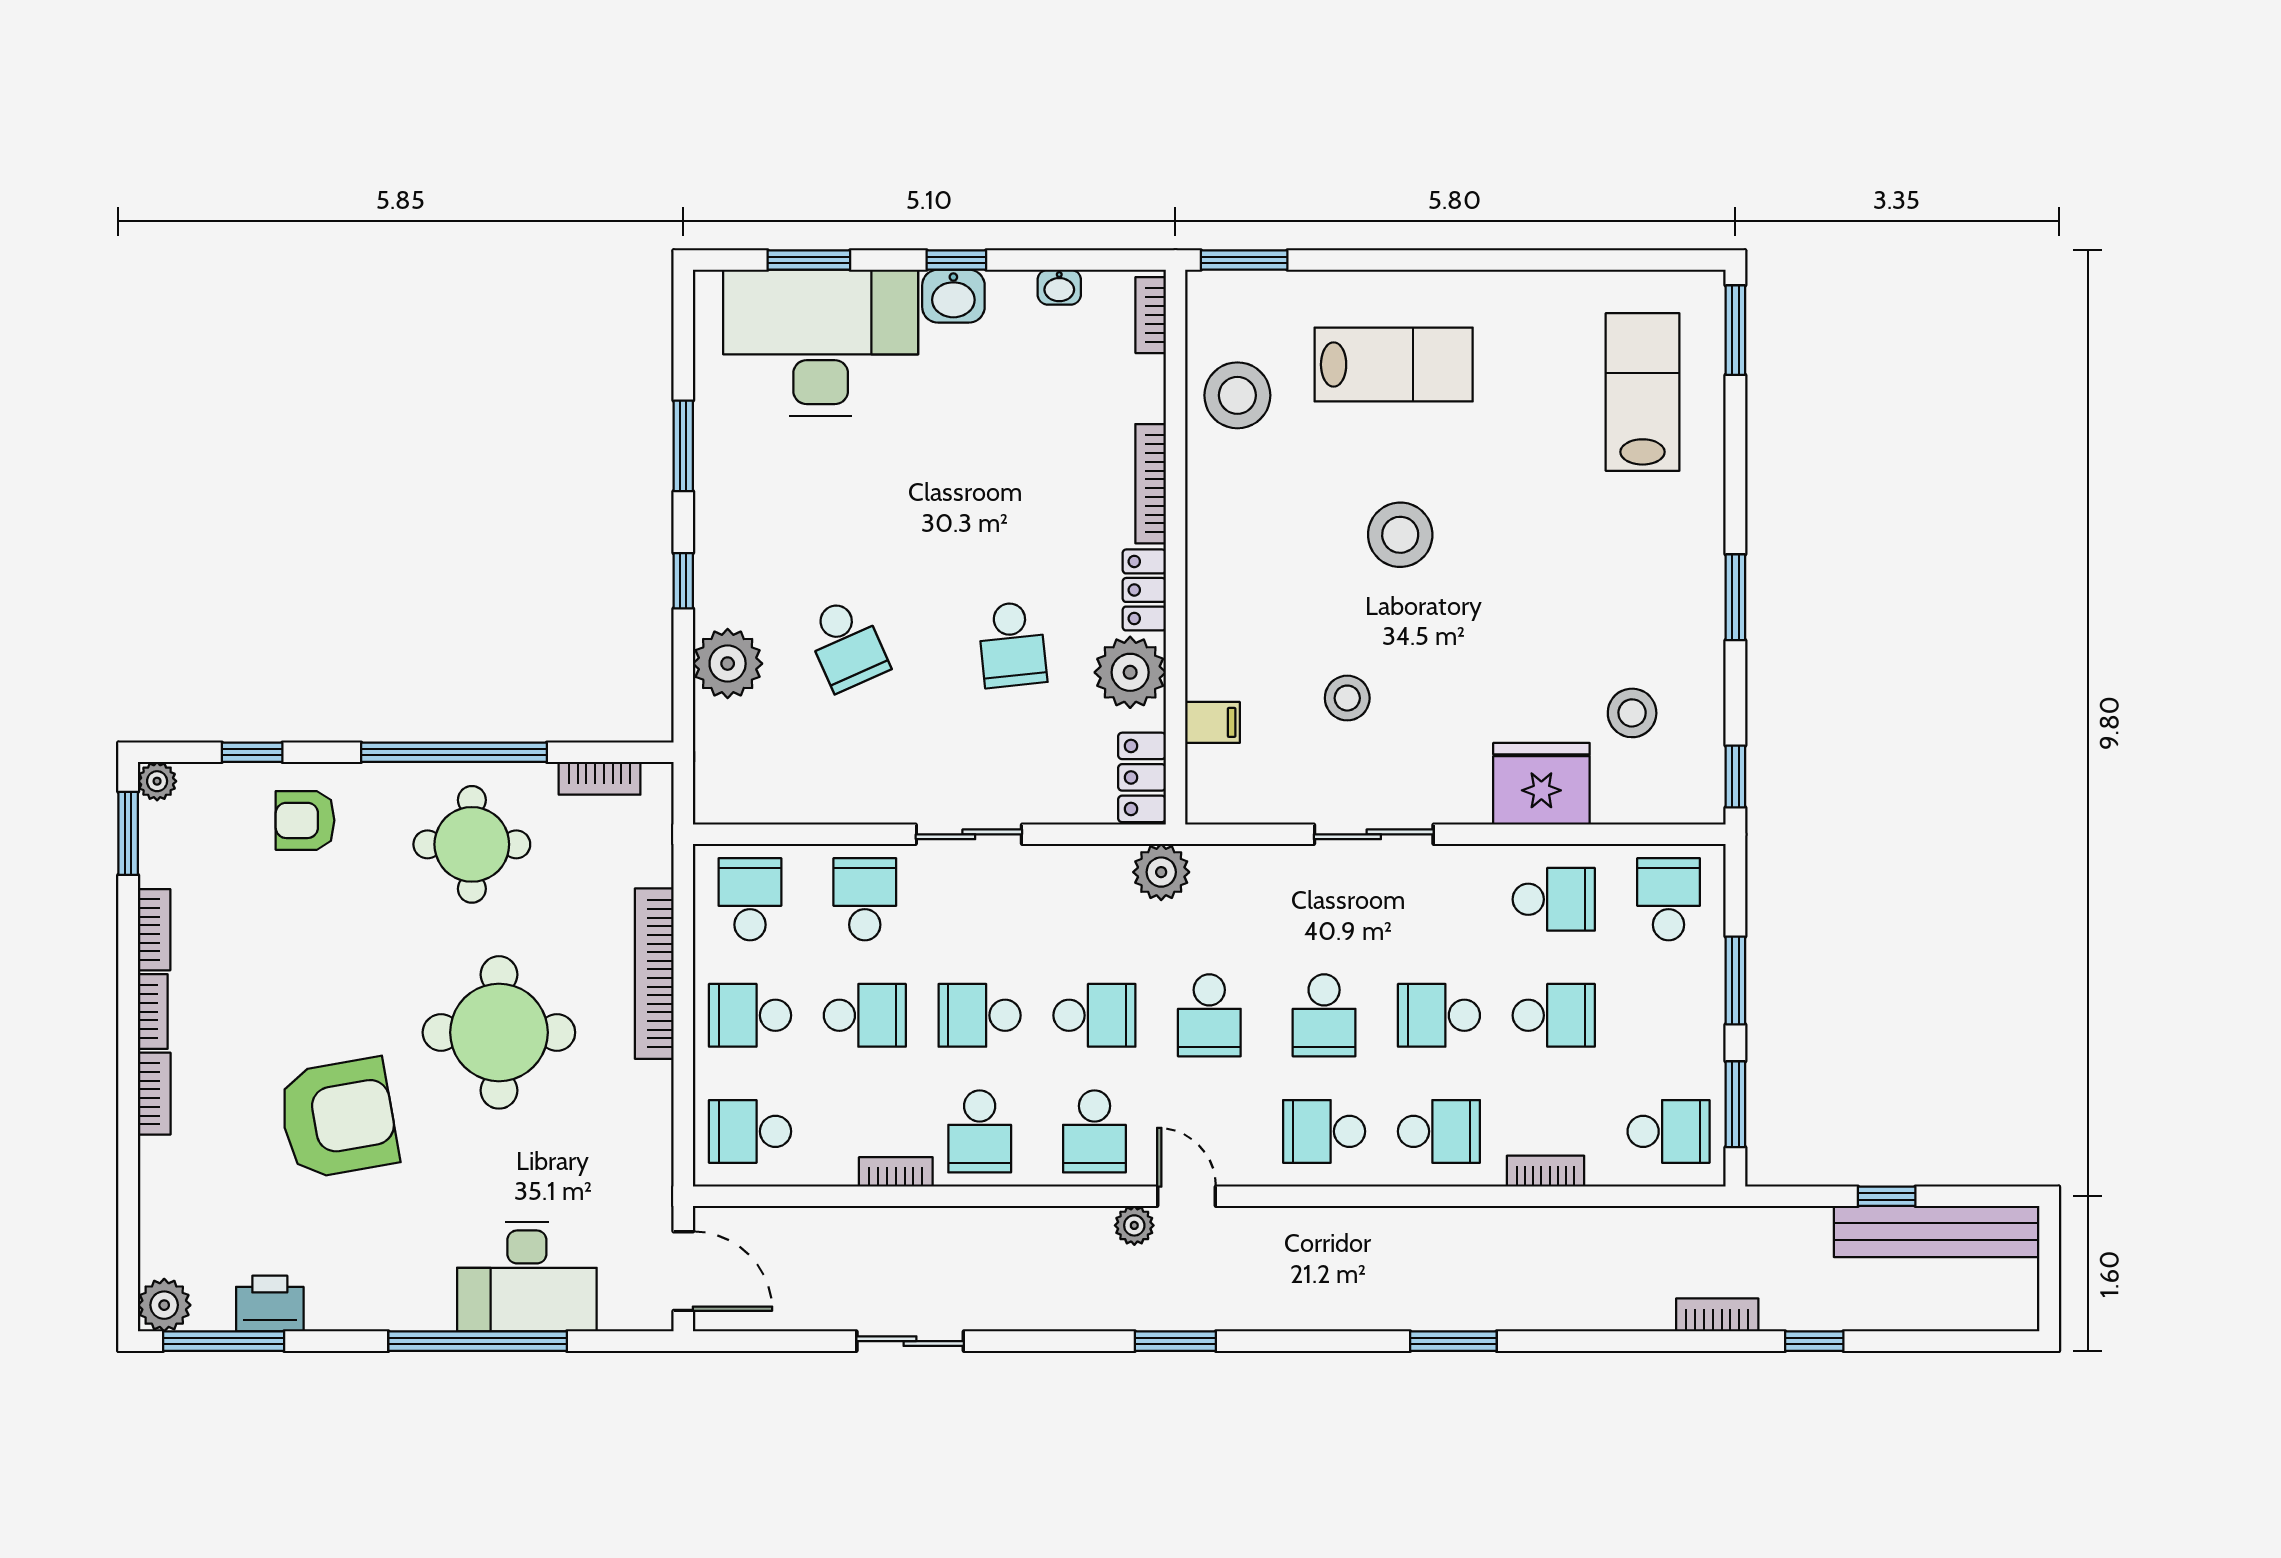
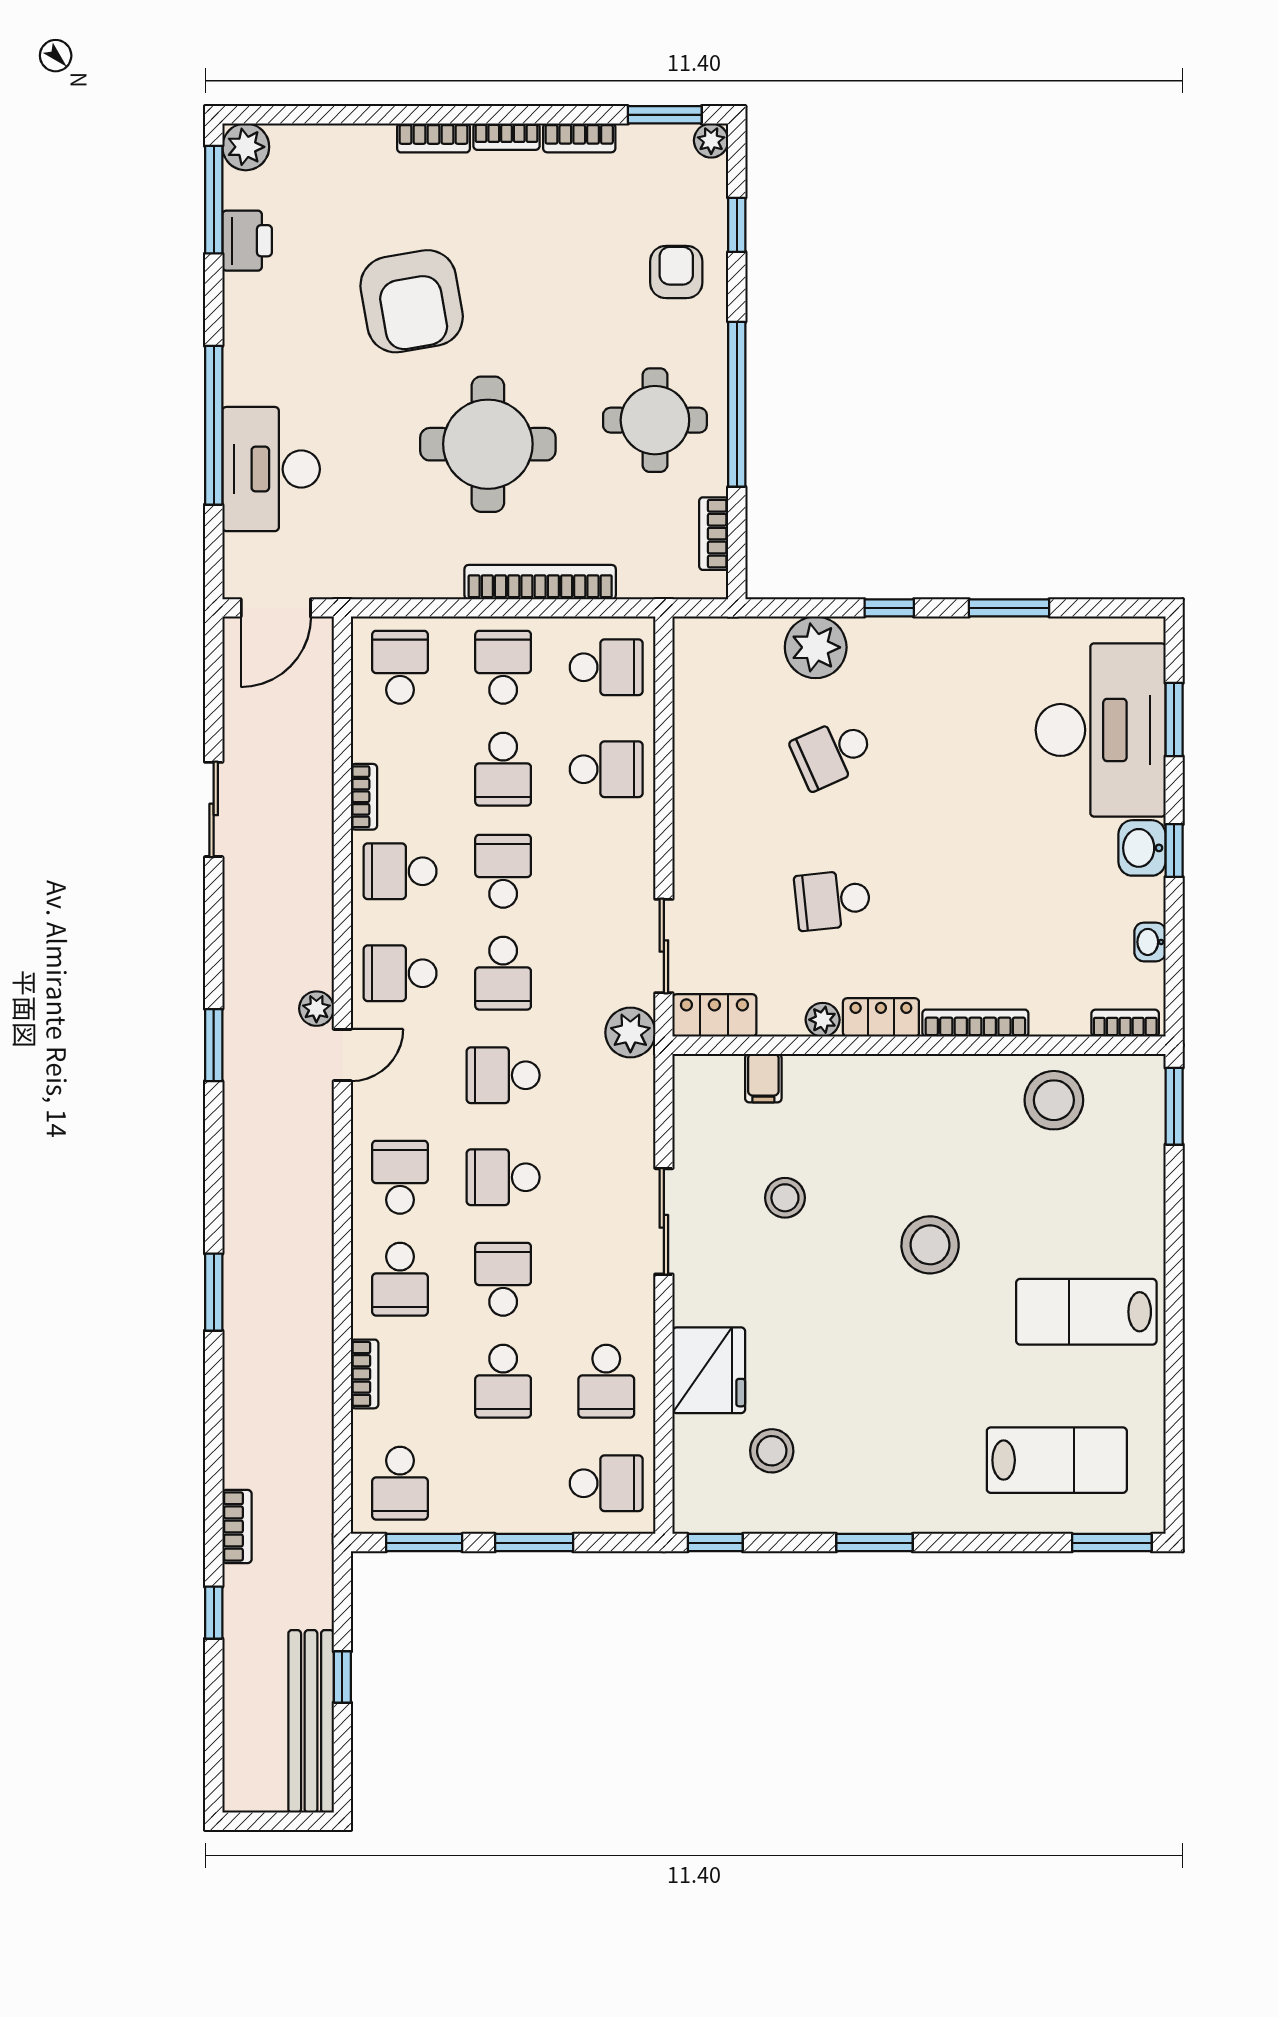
lab bench: (1394, 365) -> (1086, 1312), moved, turned 90
plant: (1130, 672) -> (823, 1020), width x0.53, depth x0.53
sliding door: (969, 834) -> (664, 946), moved

